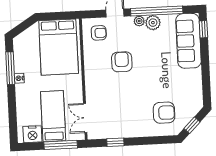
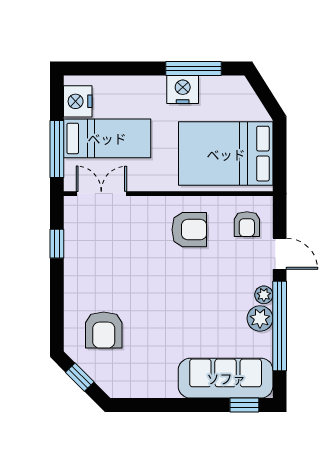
armchair: (122, 62) -> (189, 230), moved
nightstand: (19, 78) -> (183, 90), width x1.89, depth x1.79

